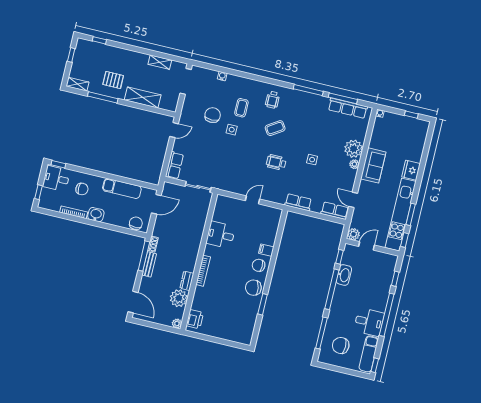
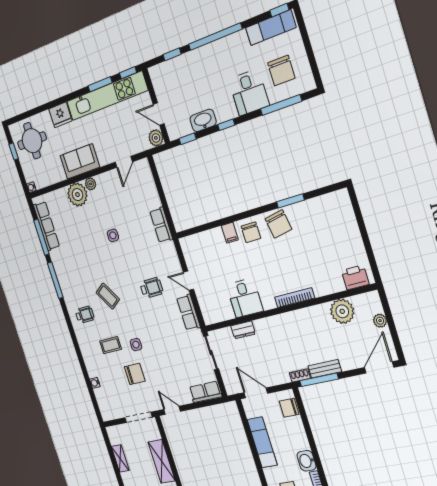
doorway: (186, 81) -> (138, 417), moved
chair: (213, 115) -> (135, 374), turned 180
round table: (409, 135) -> (32, 141), added
wheelchair: (276, 162) -> (151, 288), moved, turned -90
row of seats: (335, 211) -> (188, 312), moved
dresser: (187, 281) -> (243, 330), moved
window: (332, 289) -> (226, 125), width x0.32
desk: (369, 322) -> (249, 92), moved, turned 180
plant: (177, 323) -> (380, 321), moved

